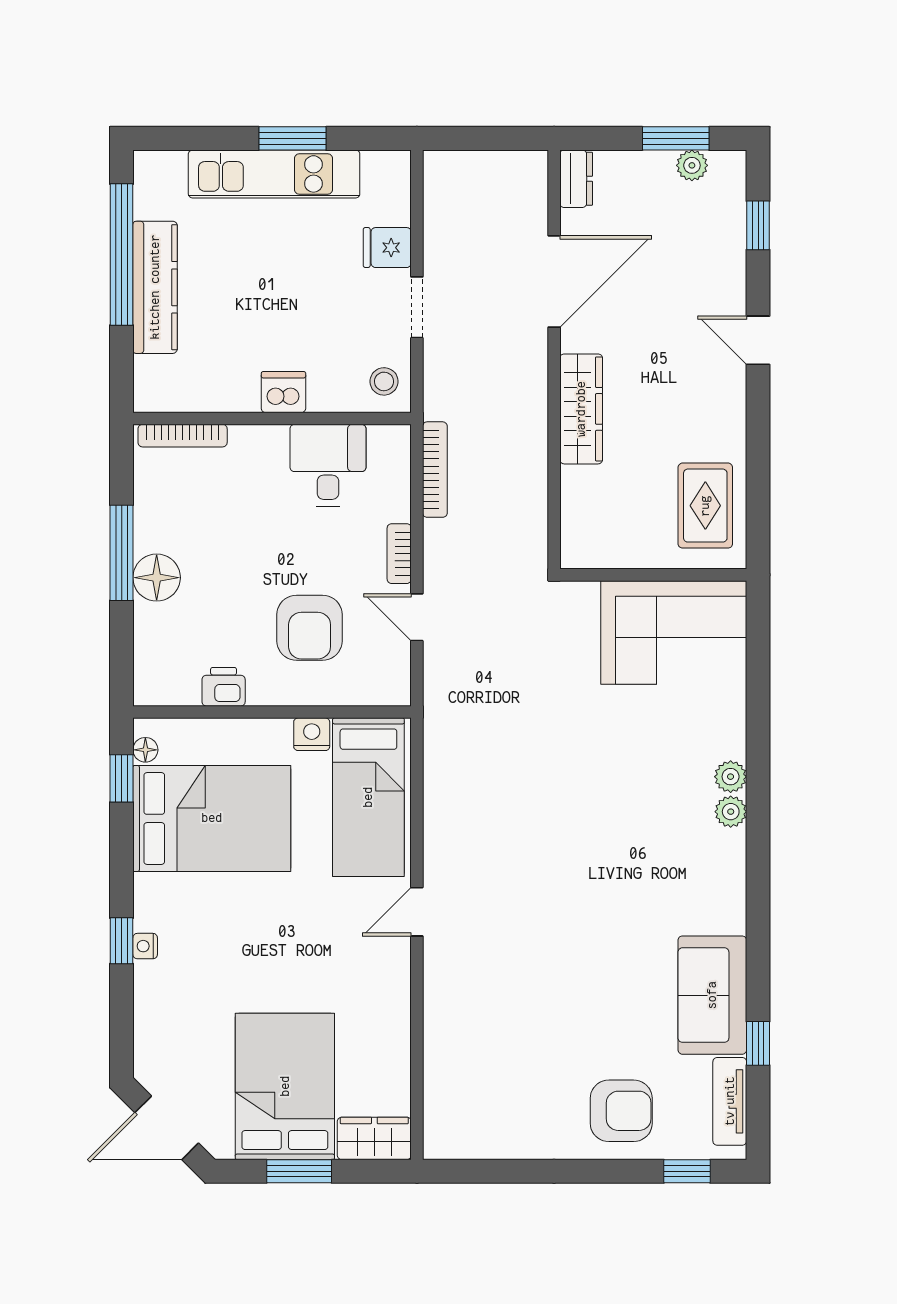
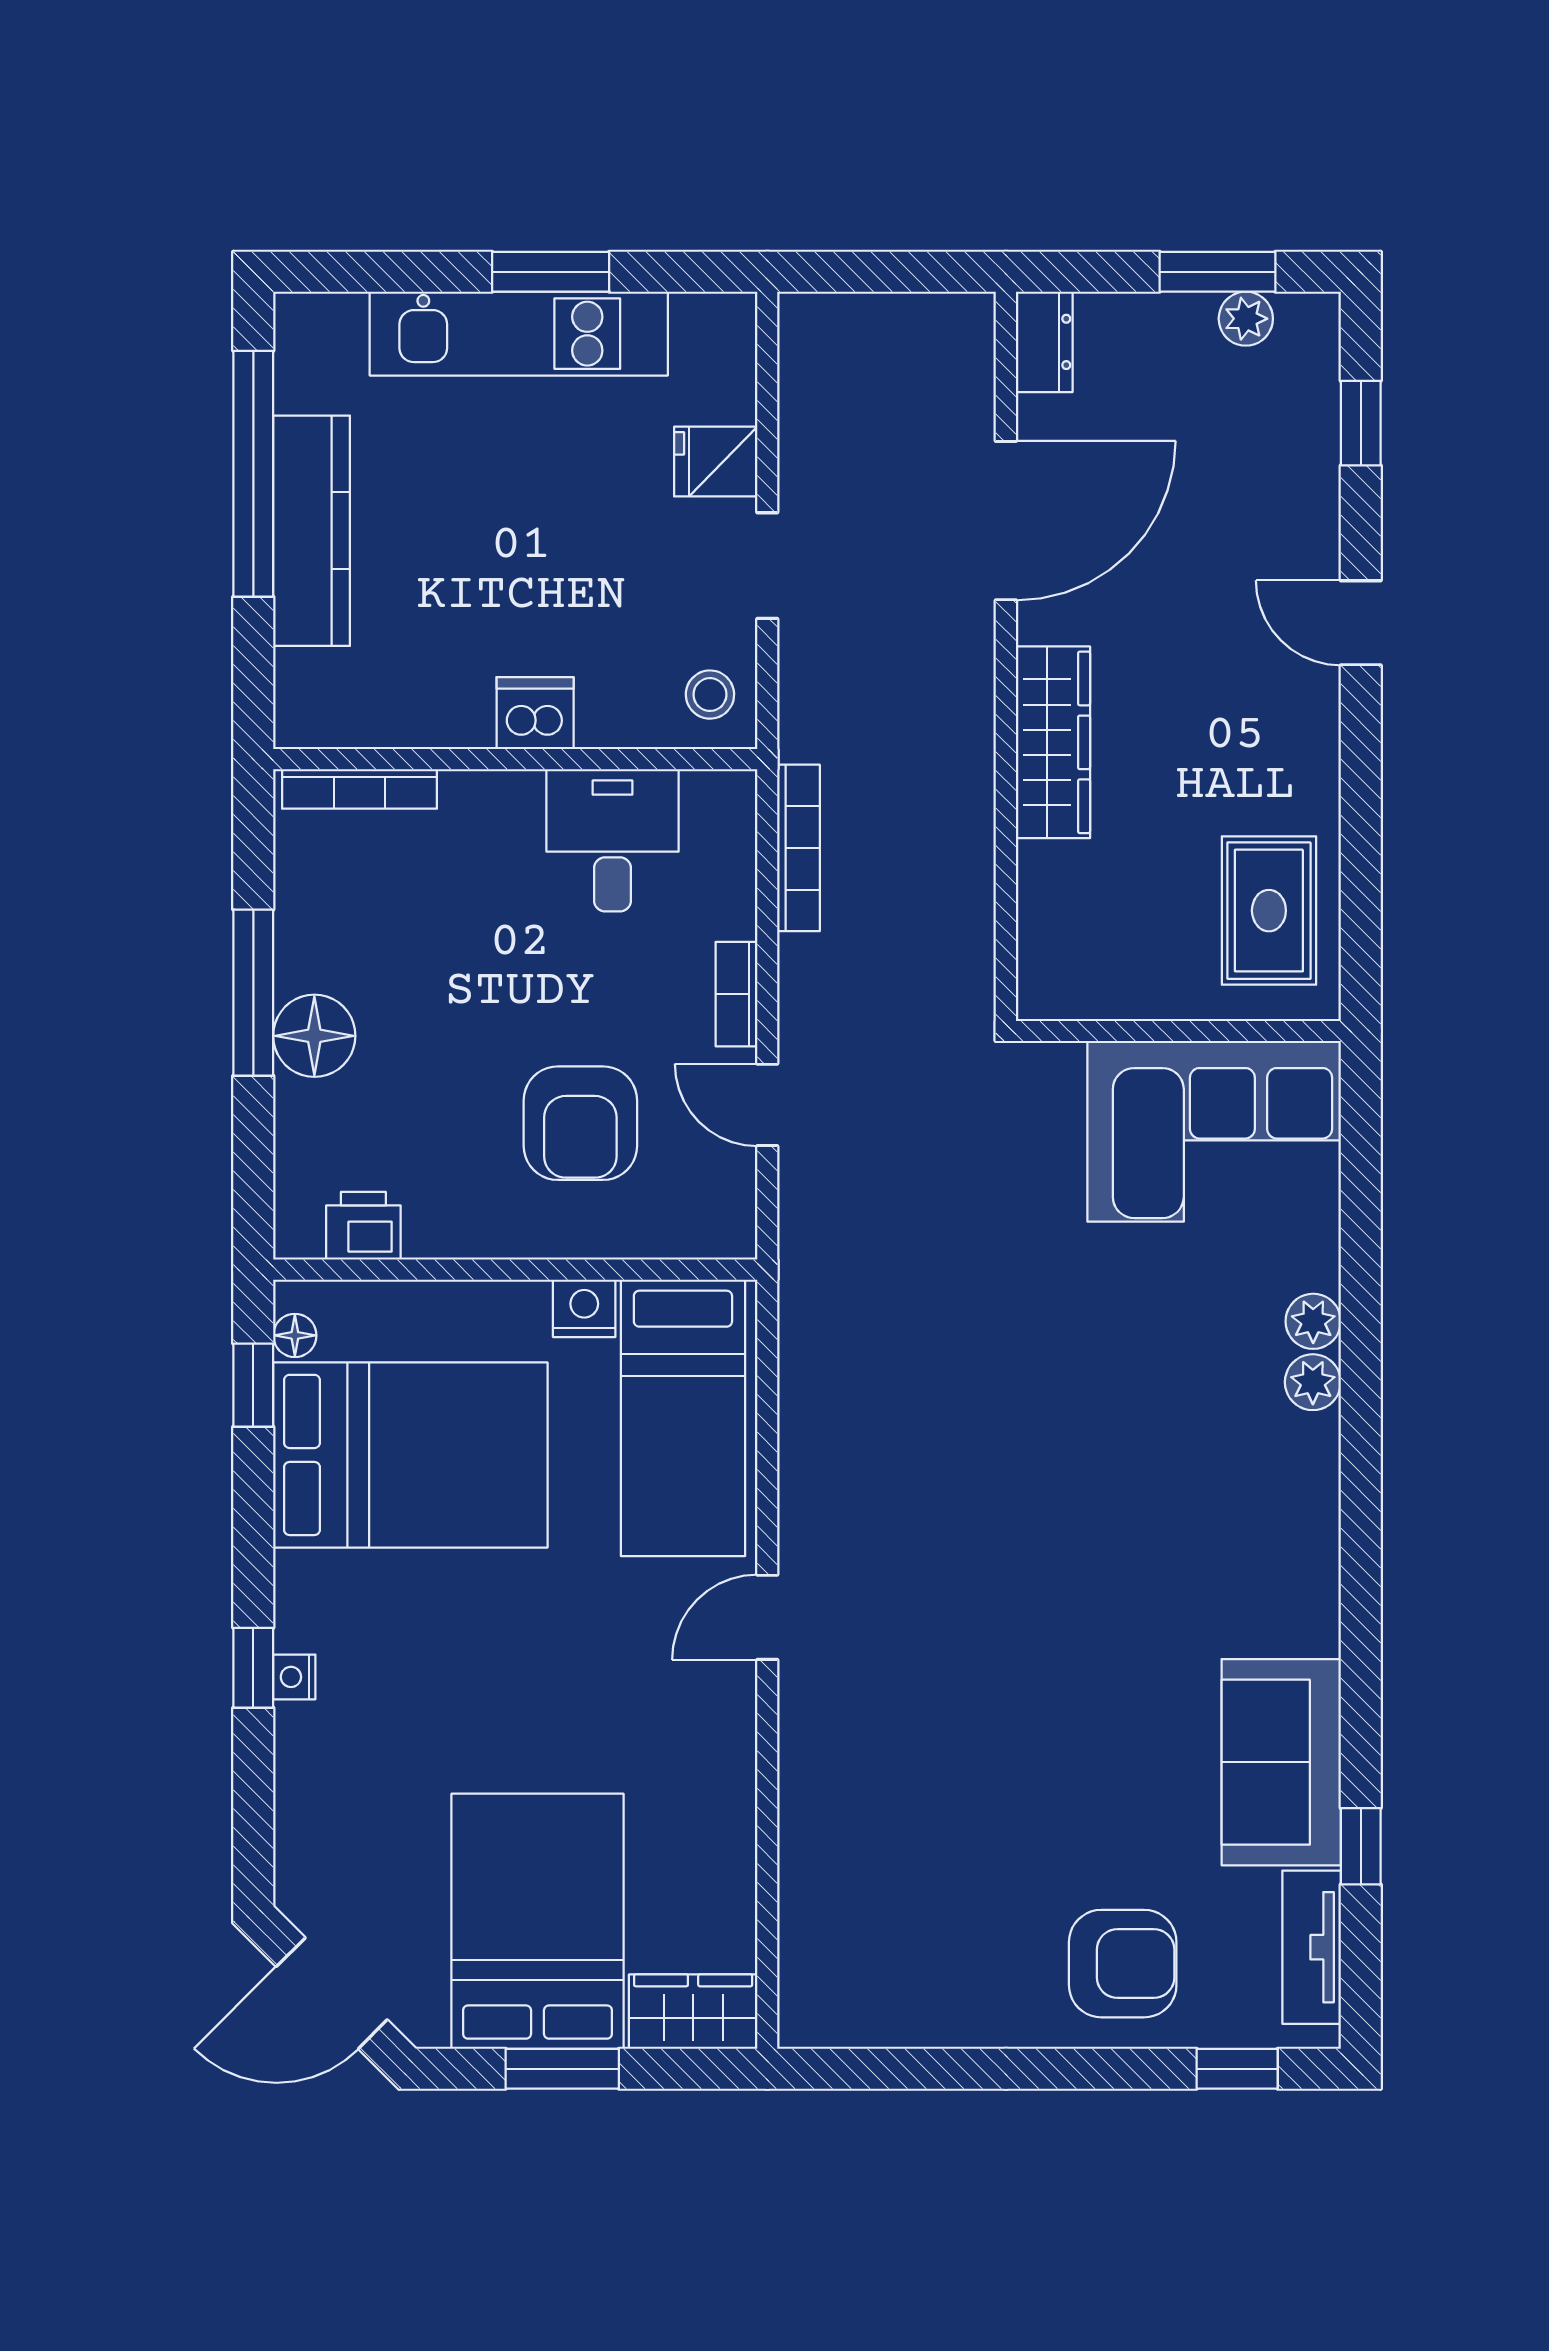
printer: (224, 687) -> (363, 1226), moved
plant: (731, 812) -> (1313, 1321), moved

